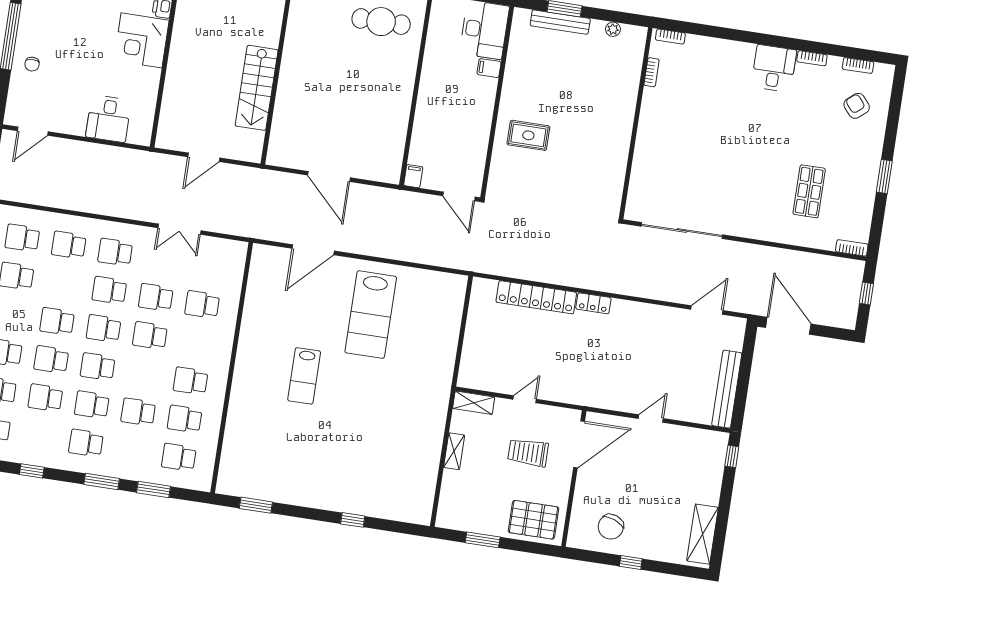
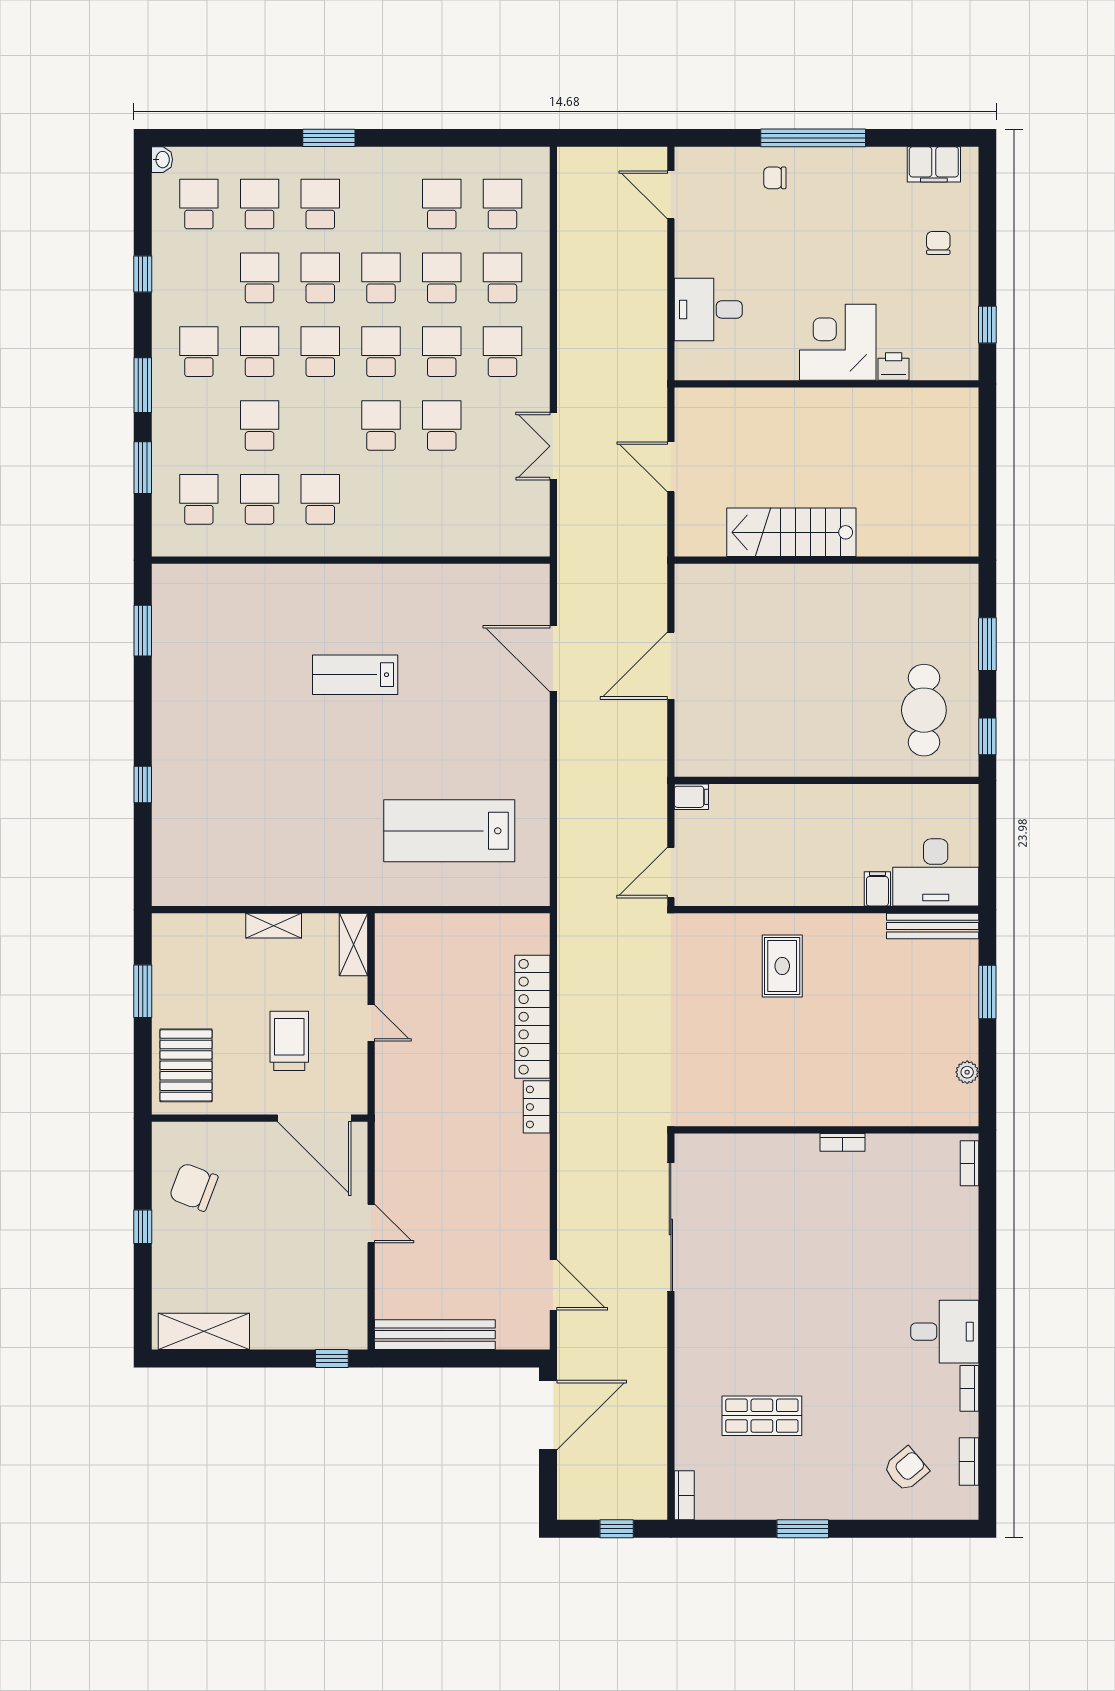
bench: (560, 22) -> (933, 926), moved, turned 90
bookcase: (652, 72) -> (842, 1142), moved
school desk: (202, 305) -> (442, 278), moved
lab bench: (371, 315) -> (449, 831), moved

